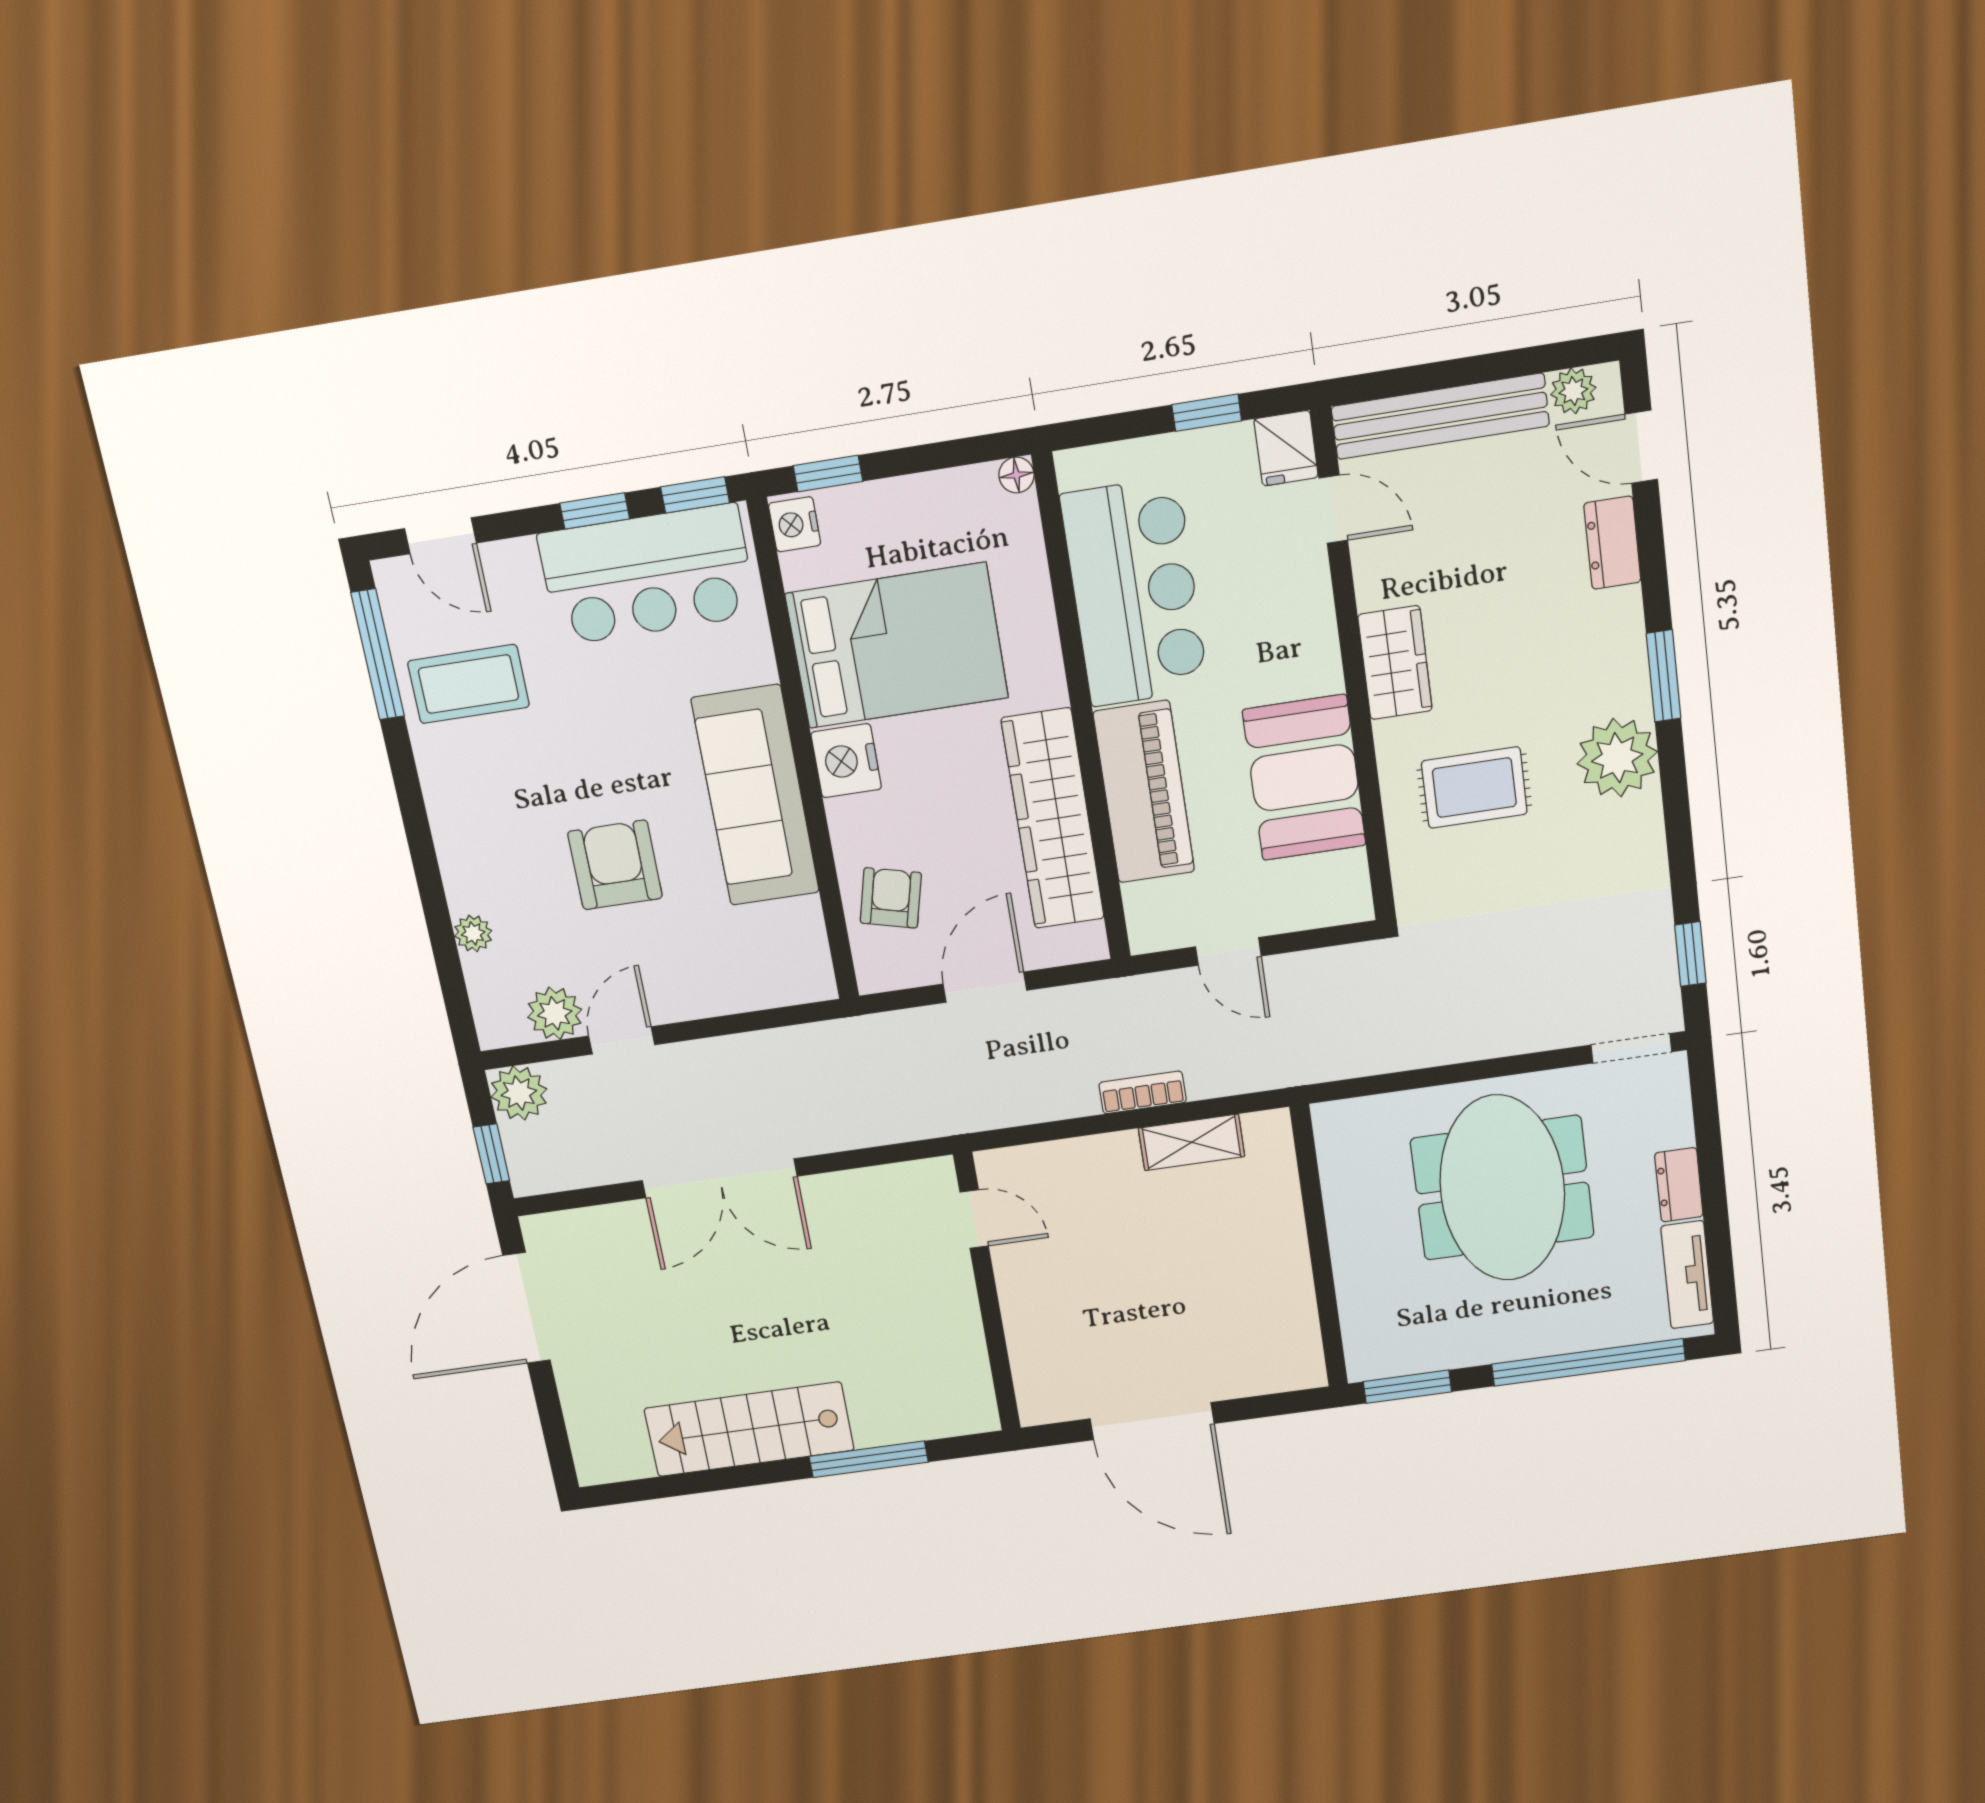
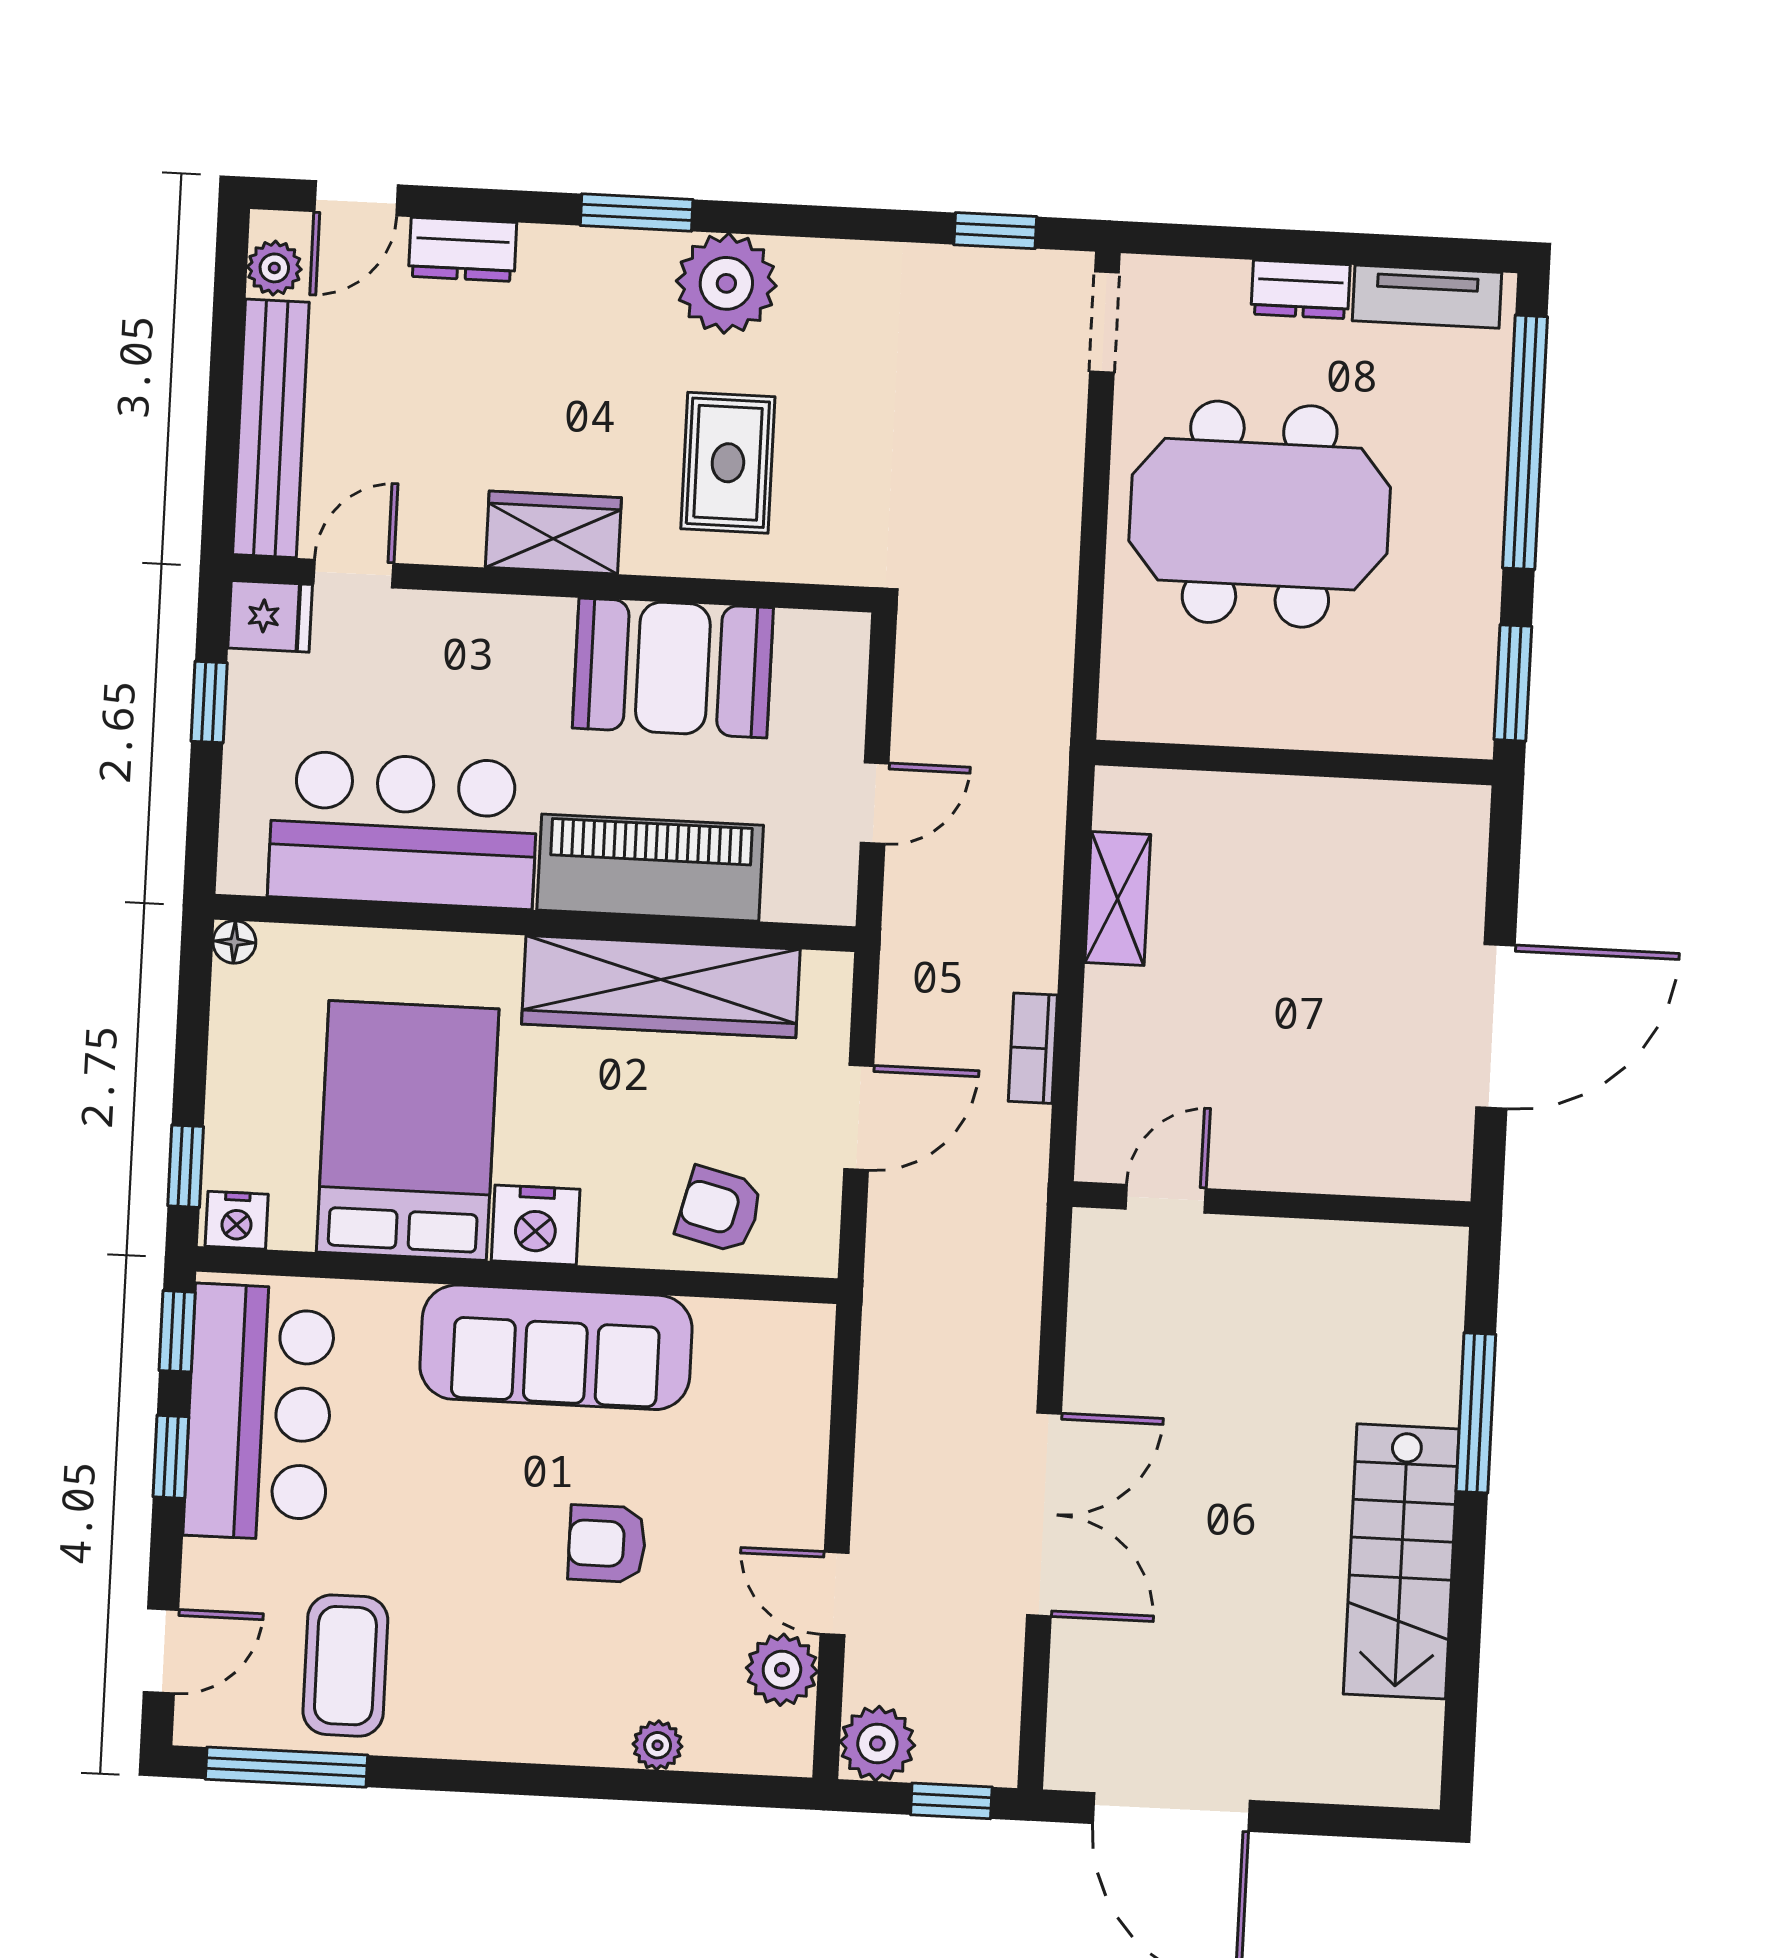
armchair: (615, 865) -> (607, 1544), width x0.72, depth x0.72
door: (985, 987) -> (859, 1117), swing flipped
bookcase: (1143, 1092) -> (1033, 1048), moved

